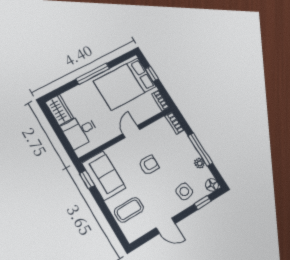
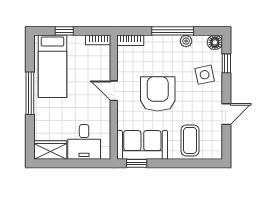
bed: (125, 84) -> (52, 66), width x0.67
armchair: (149, 165) -> (158, 94), width x1.88, depth x1.88

